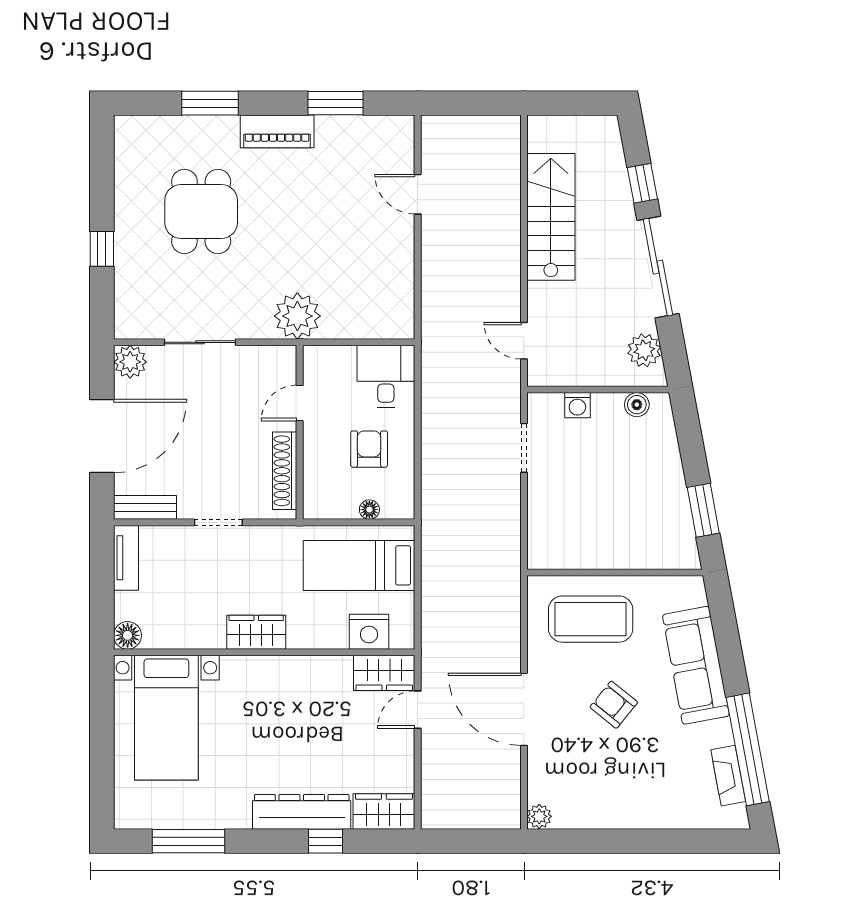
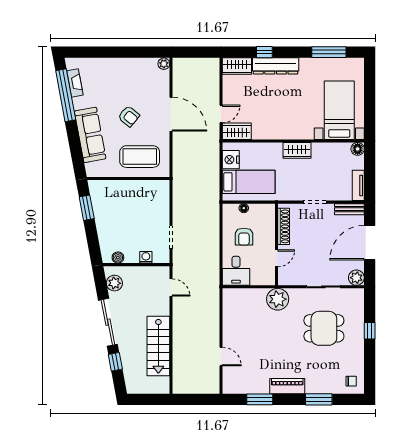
chair: (141, 142) -> (351, 381), added
dining table: (201, 211) -> (324, 328), moved, turned 90
nightstand: (369, 632) -> (231, 160), moved, turned -90

